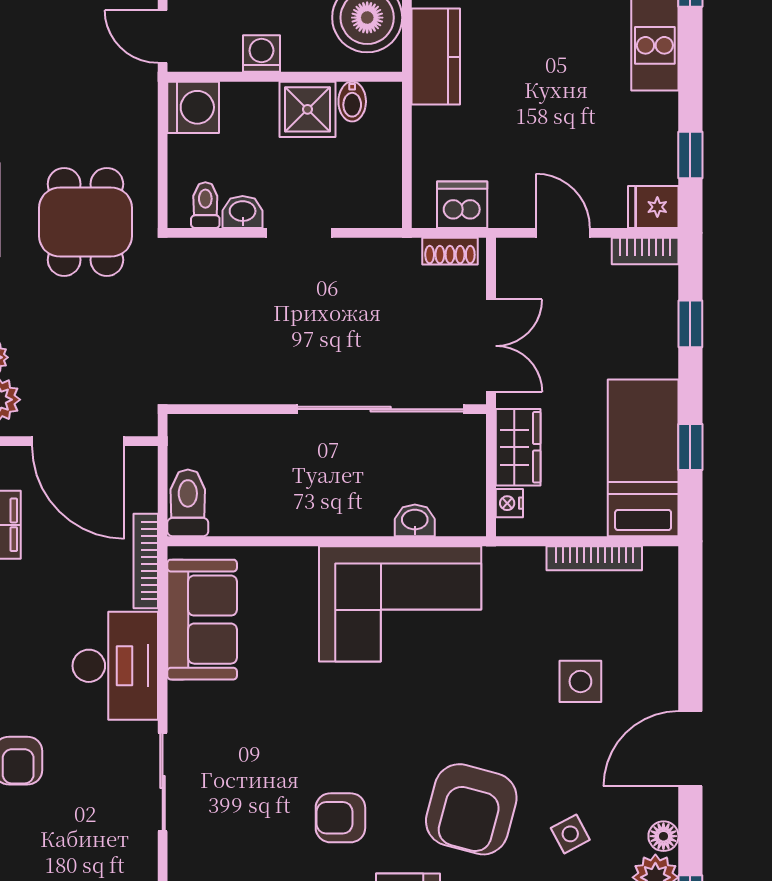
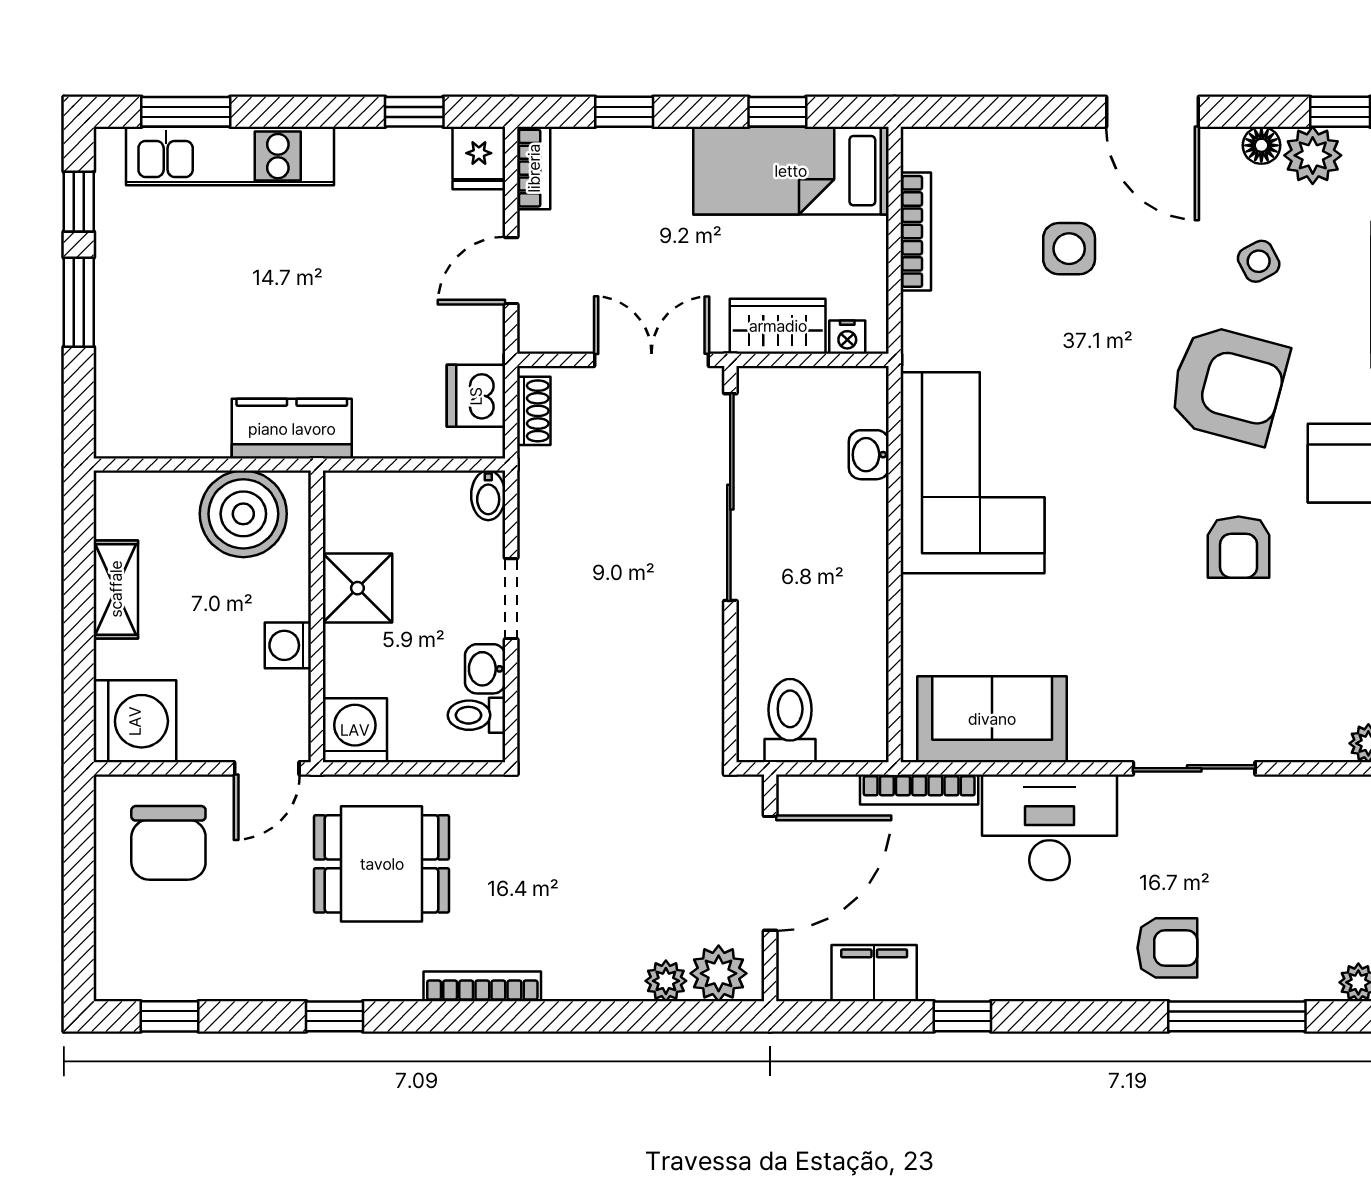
bidet: (352, 102) -> (488, 495), moved, turned 90
dining table: (85, 222) -> (382, 864), moved
toilet: (188, 503) -> (790, 721), moved, turned 90

